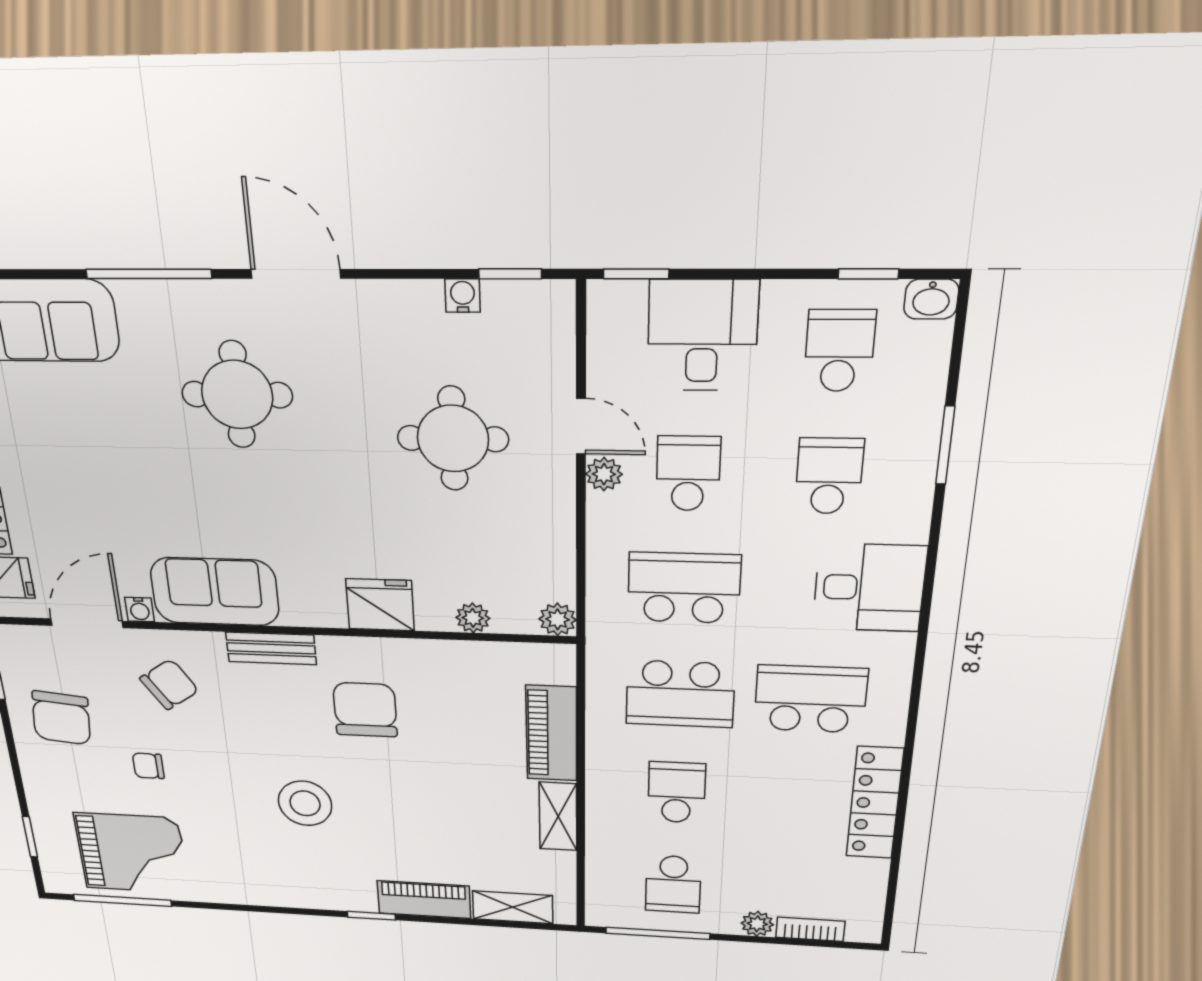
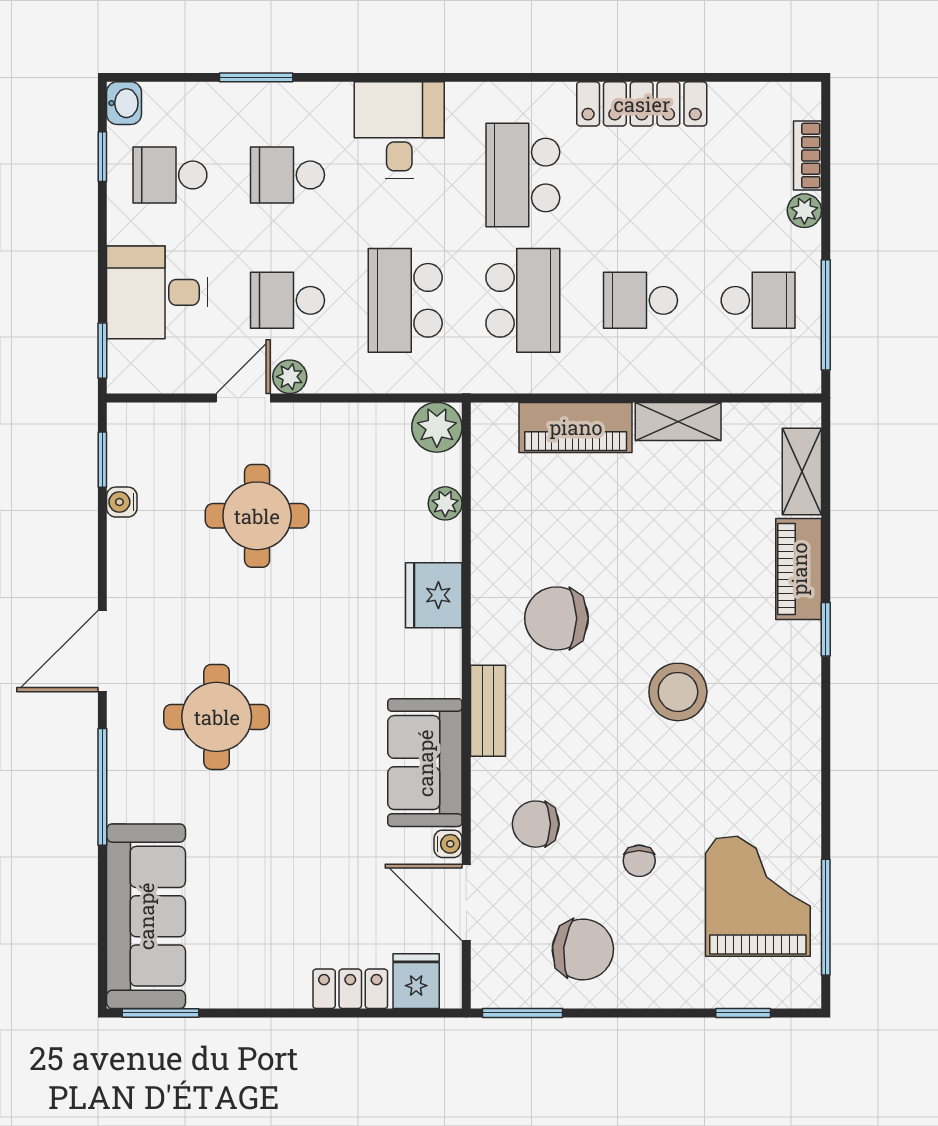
plant: (558, 619) -> (437, 427), width x1.38, depth x1.38
chair: (169, 684) -> (536, 824), turned -56

